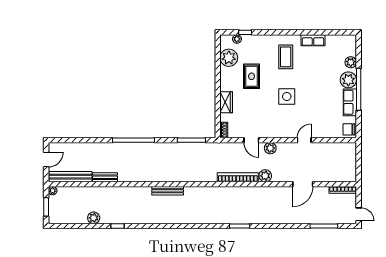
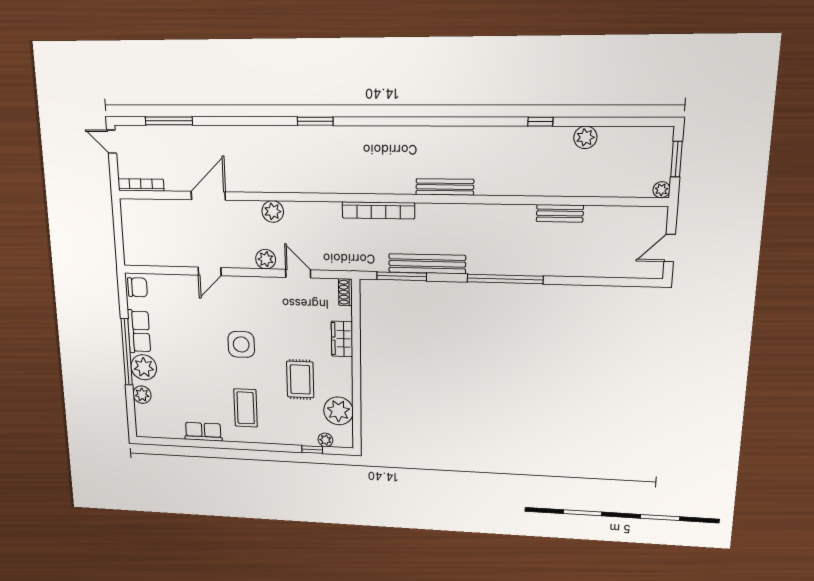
bench: (70, 177) -> (427, 264), moved
bookcase: (238, 177) -> (378, 210), moved

